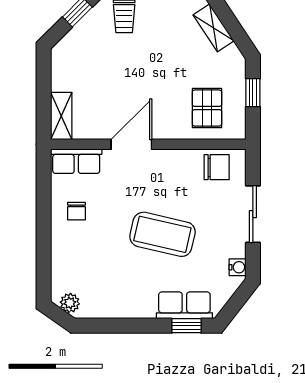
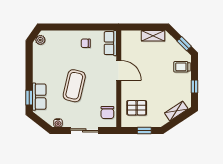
shelving: (61, 116) -> (153, 36), moved

